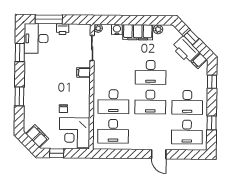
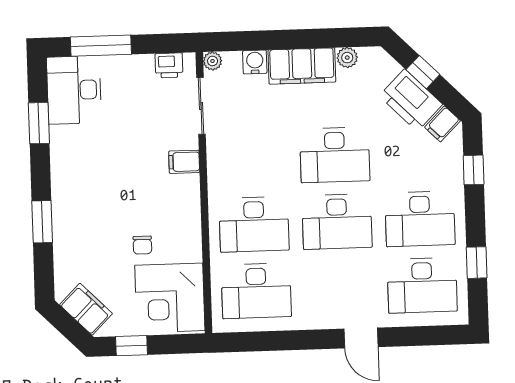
printer: (63, 29) -> (169, 65), moved

